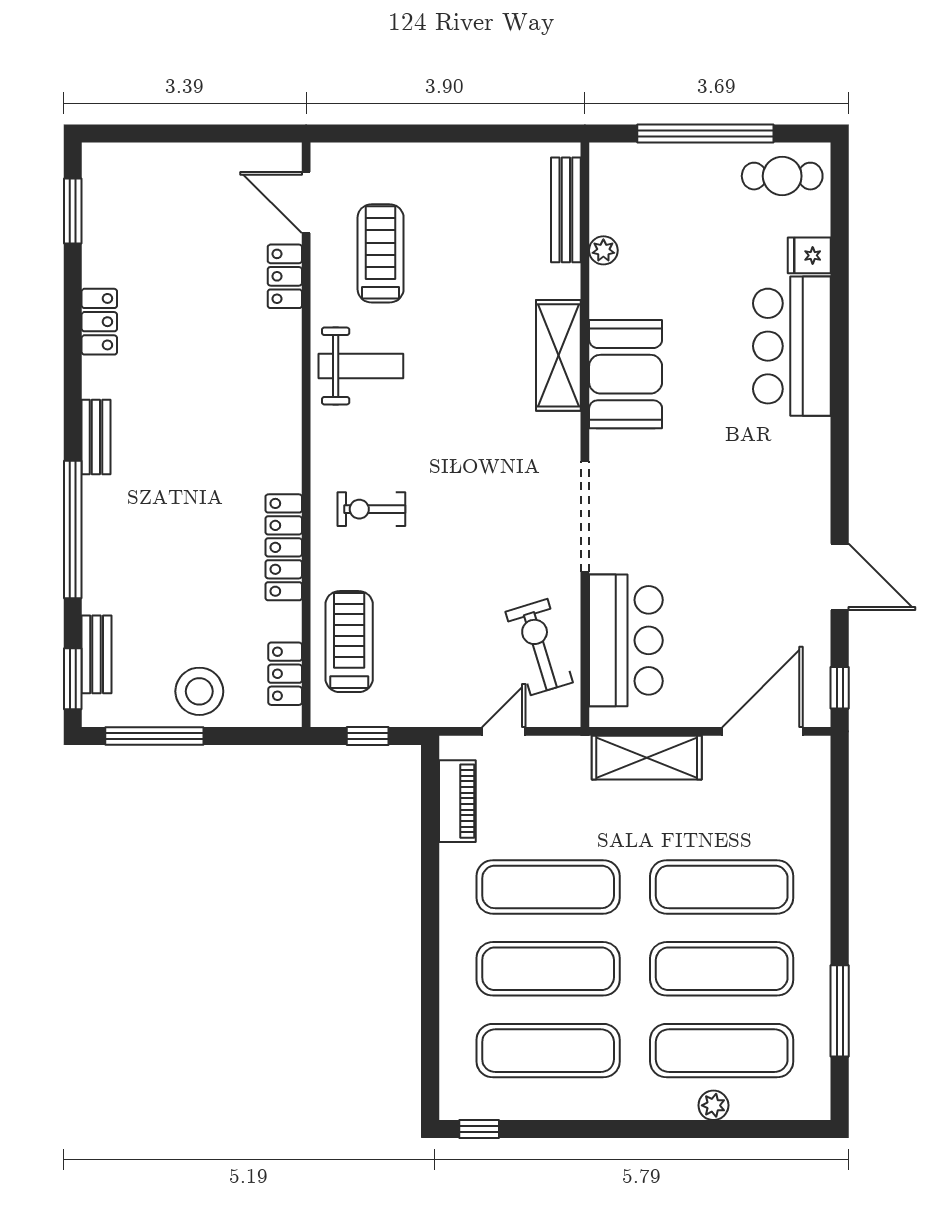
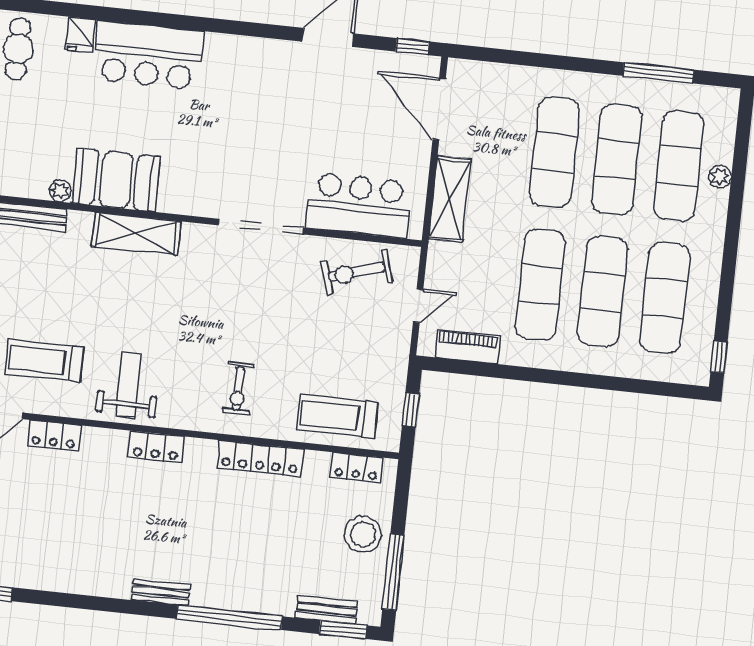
locker: (99, 322) -> (156, 447), moved, turned 180
booth: (626, 374) -> (116, 180), moved
door: (504, 731) -> (418, 306), swing flipped

